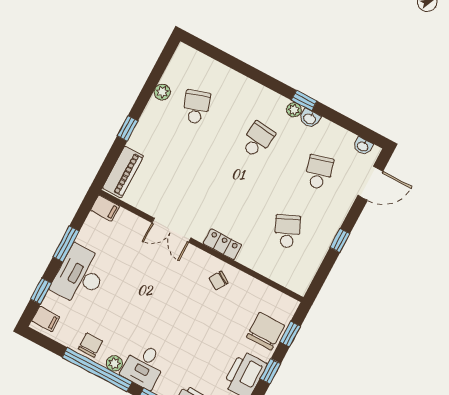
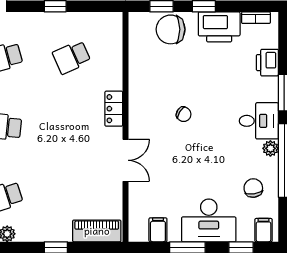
filing cabinet: (105, 208) -> (158, 230), moved
chair: (219, 281) -> (184, 114), moved
chair: (90, 345) -> (253, 188), moved, turned 81

